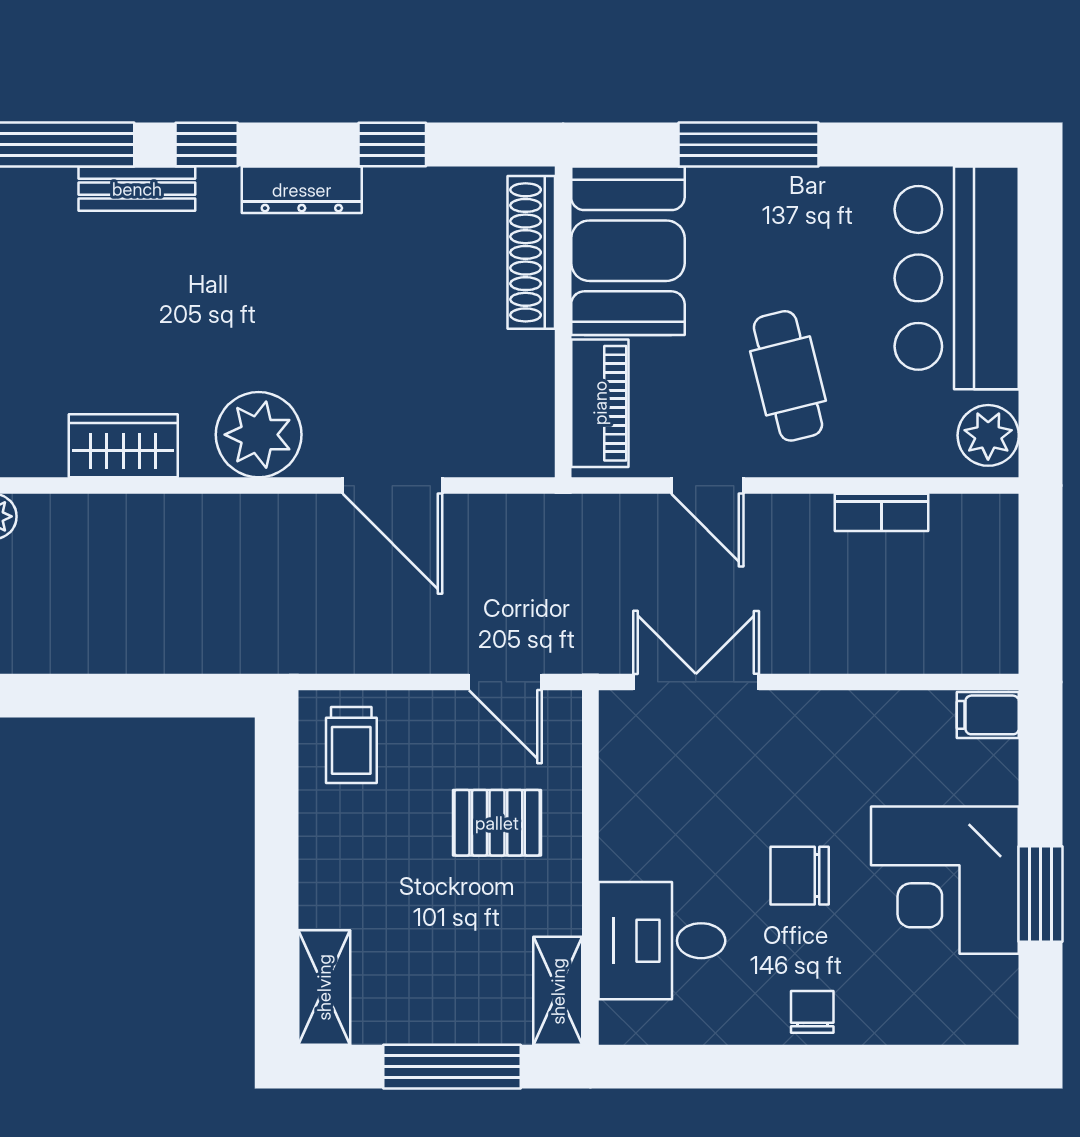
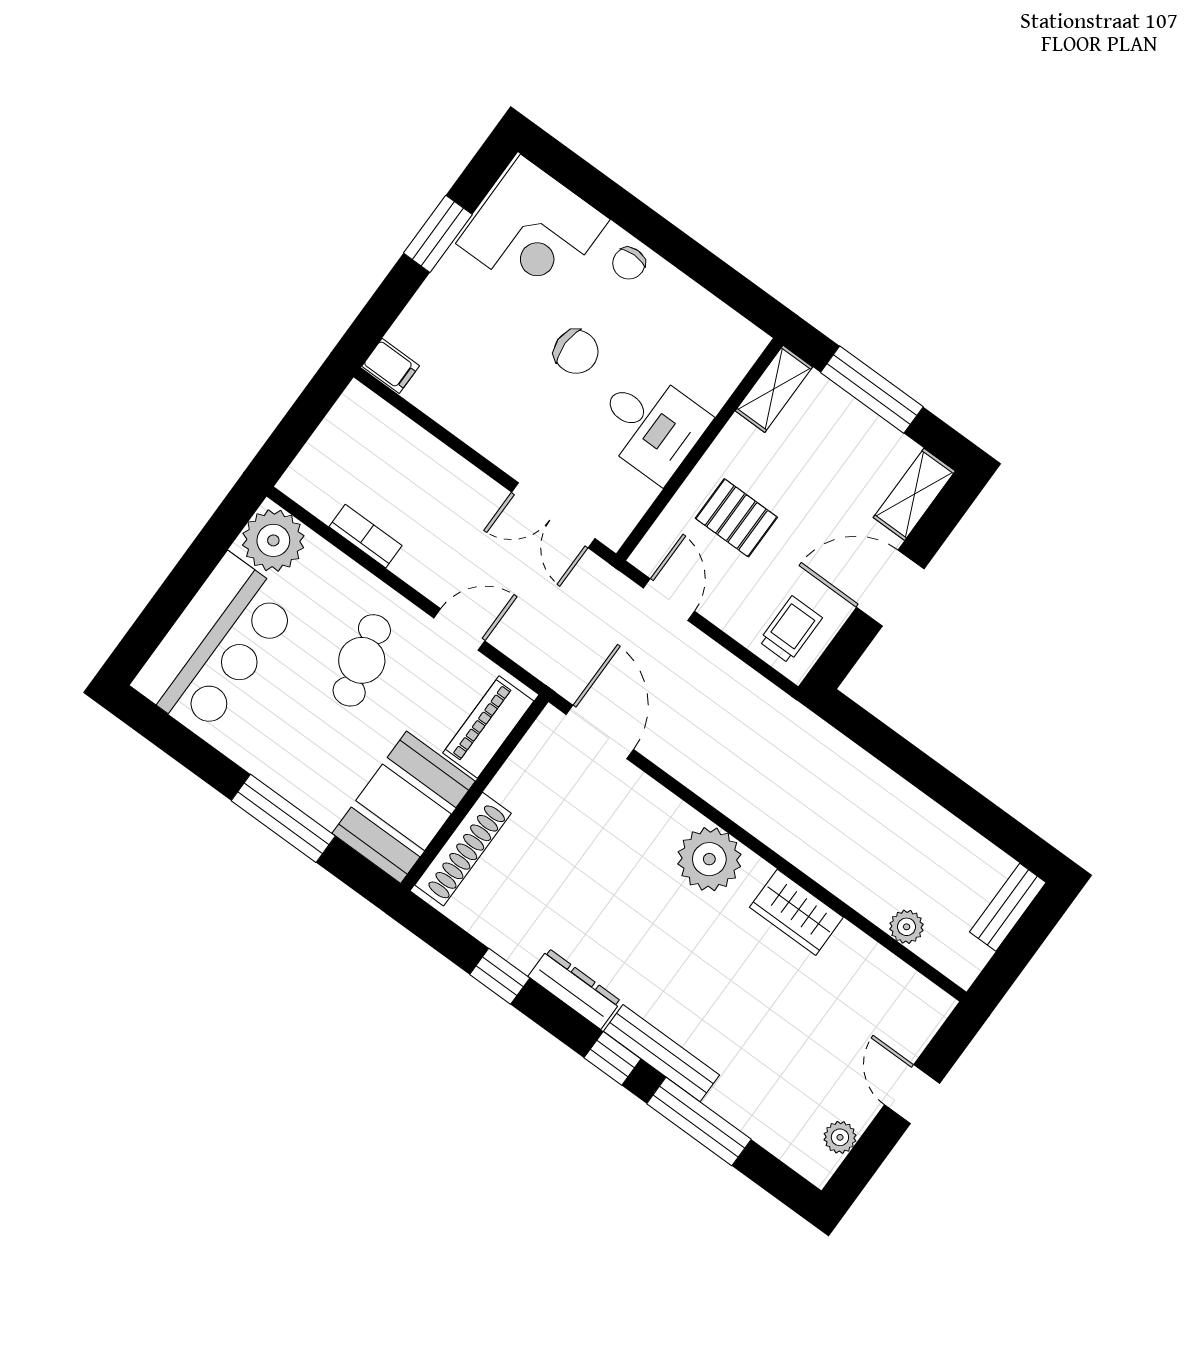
bench: (137, 189) -> (661, 1053), width x1.36
plant: (988, 435) -> (273, 540), width x1.36, depth x1.36
door: (393, 486) -> (600, 732), moved
door: (707, 486) -> (459, 629), hinge flipped
door: (277, 868) -> (890, 588), added
corner desk: (945, 880) -> (533, 231), moved, turned 90
desk: (662, 941) -> (651, 425), moved

